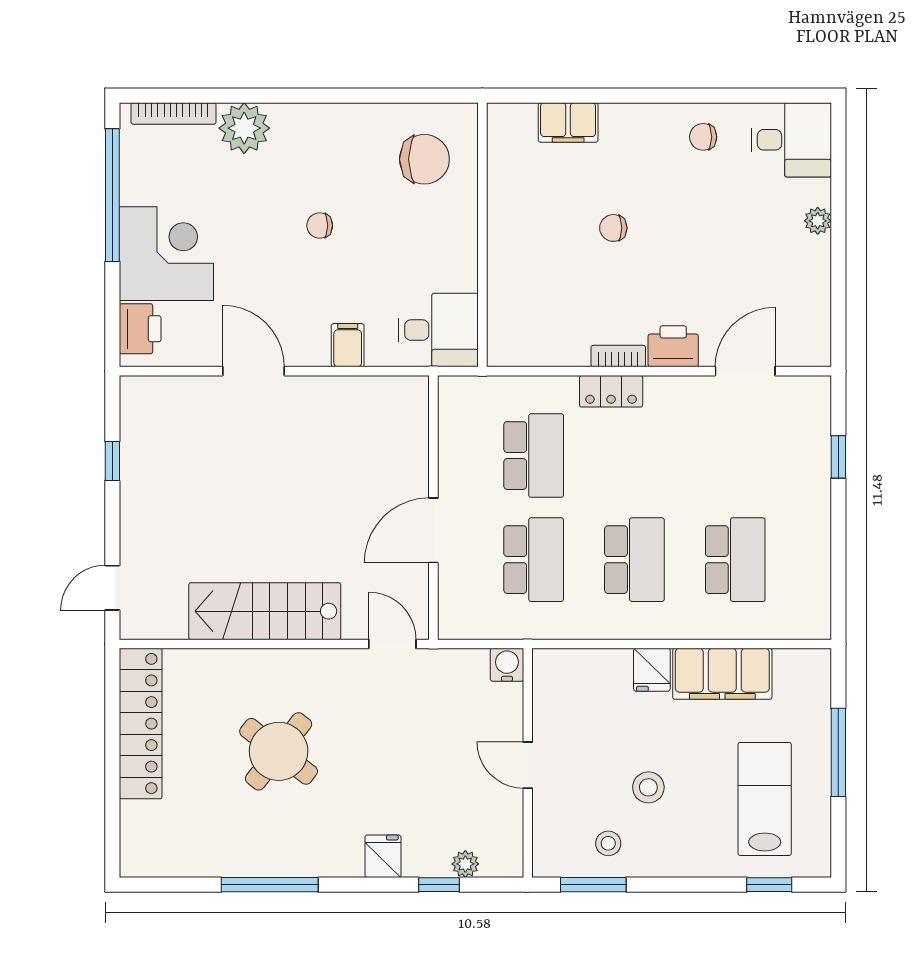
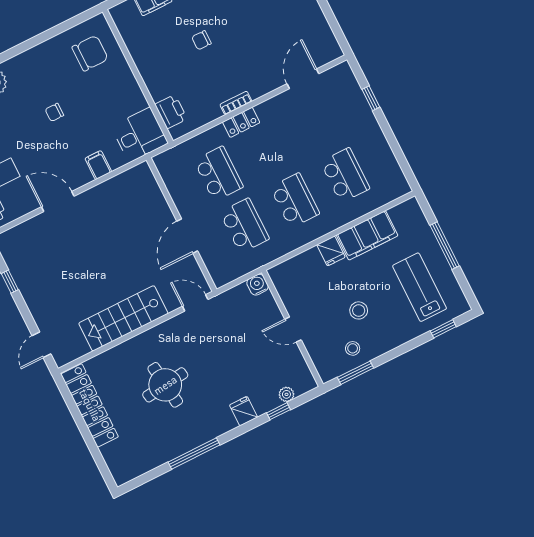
printer: (673, 346) -> (171, 112), moved, turned 90
round table: (279, 751) -> (165, 385), turned 45

